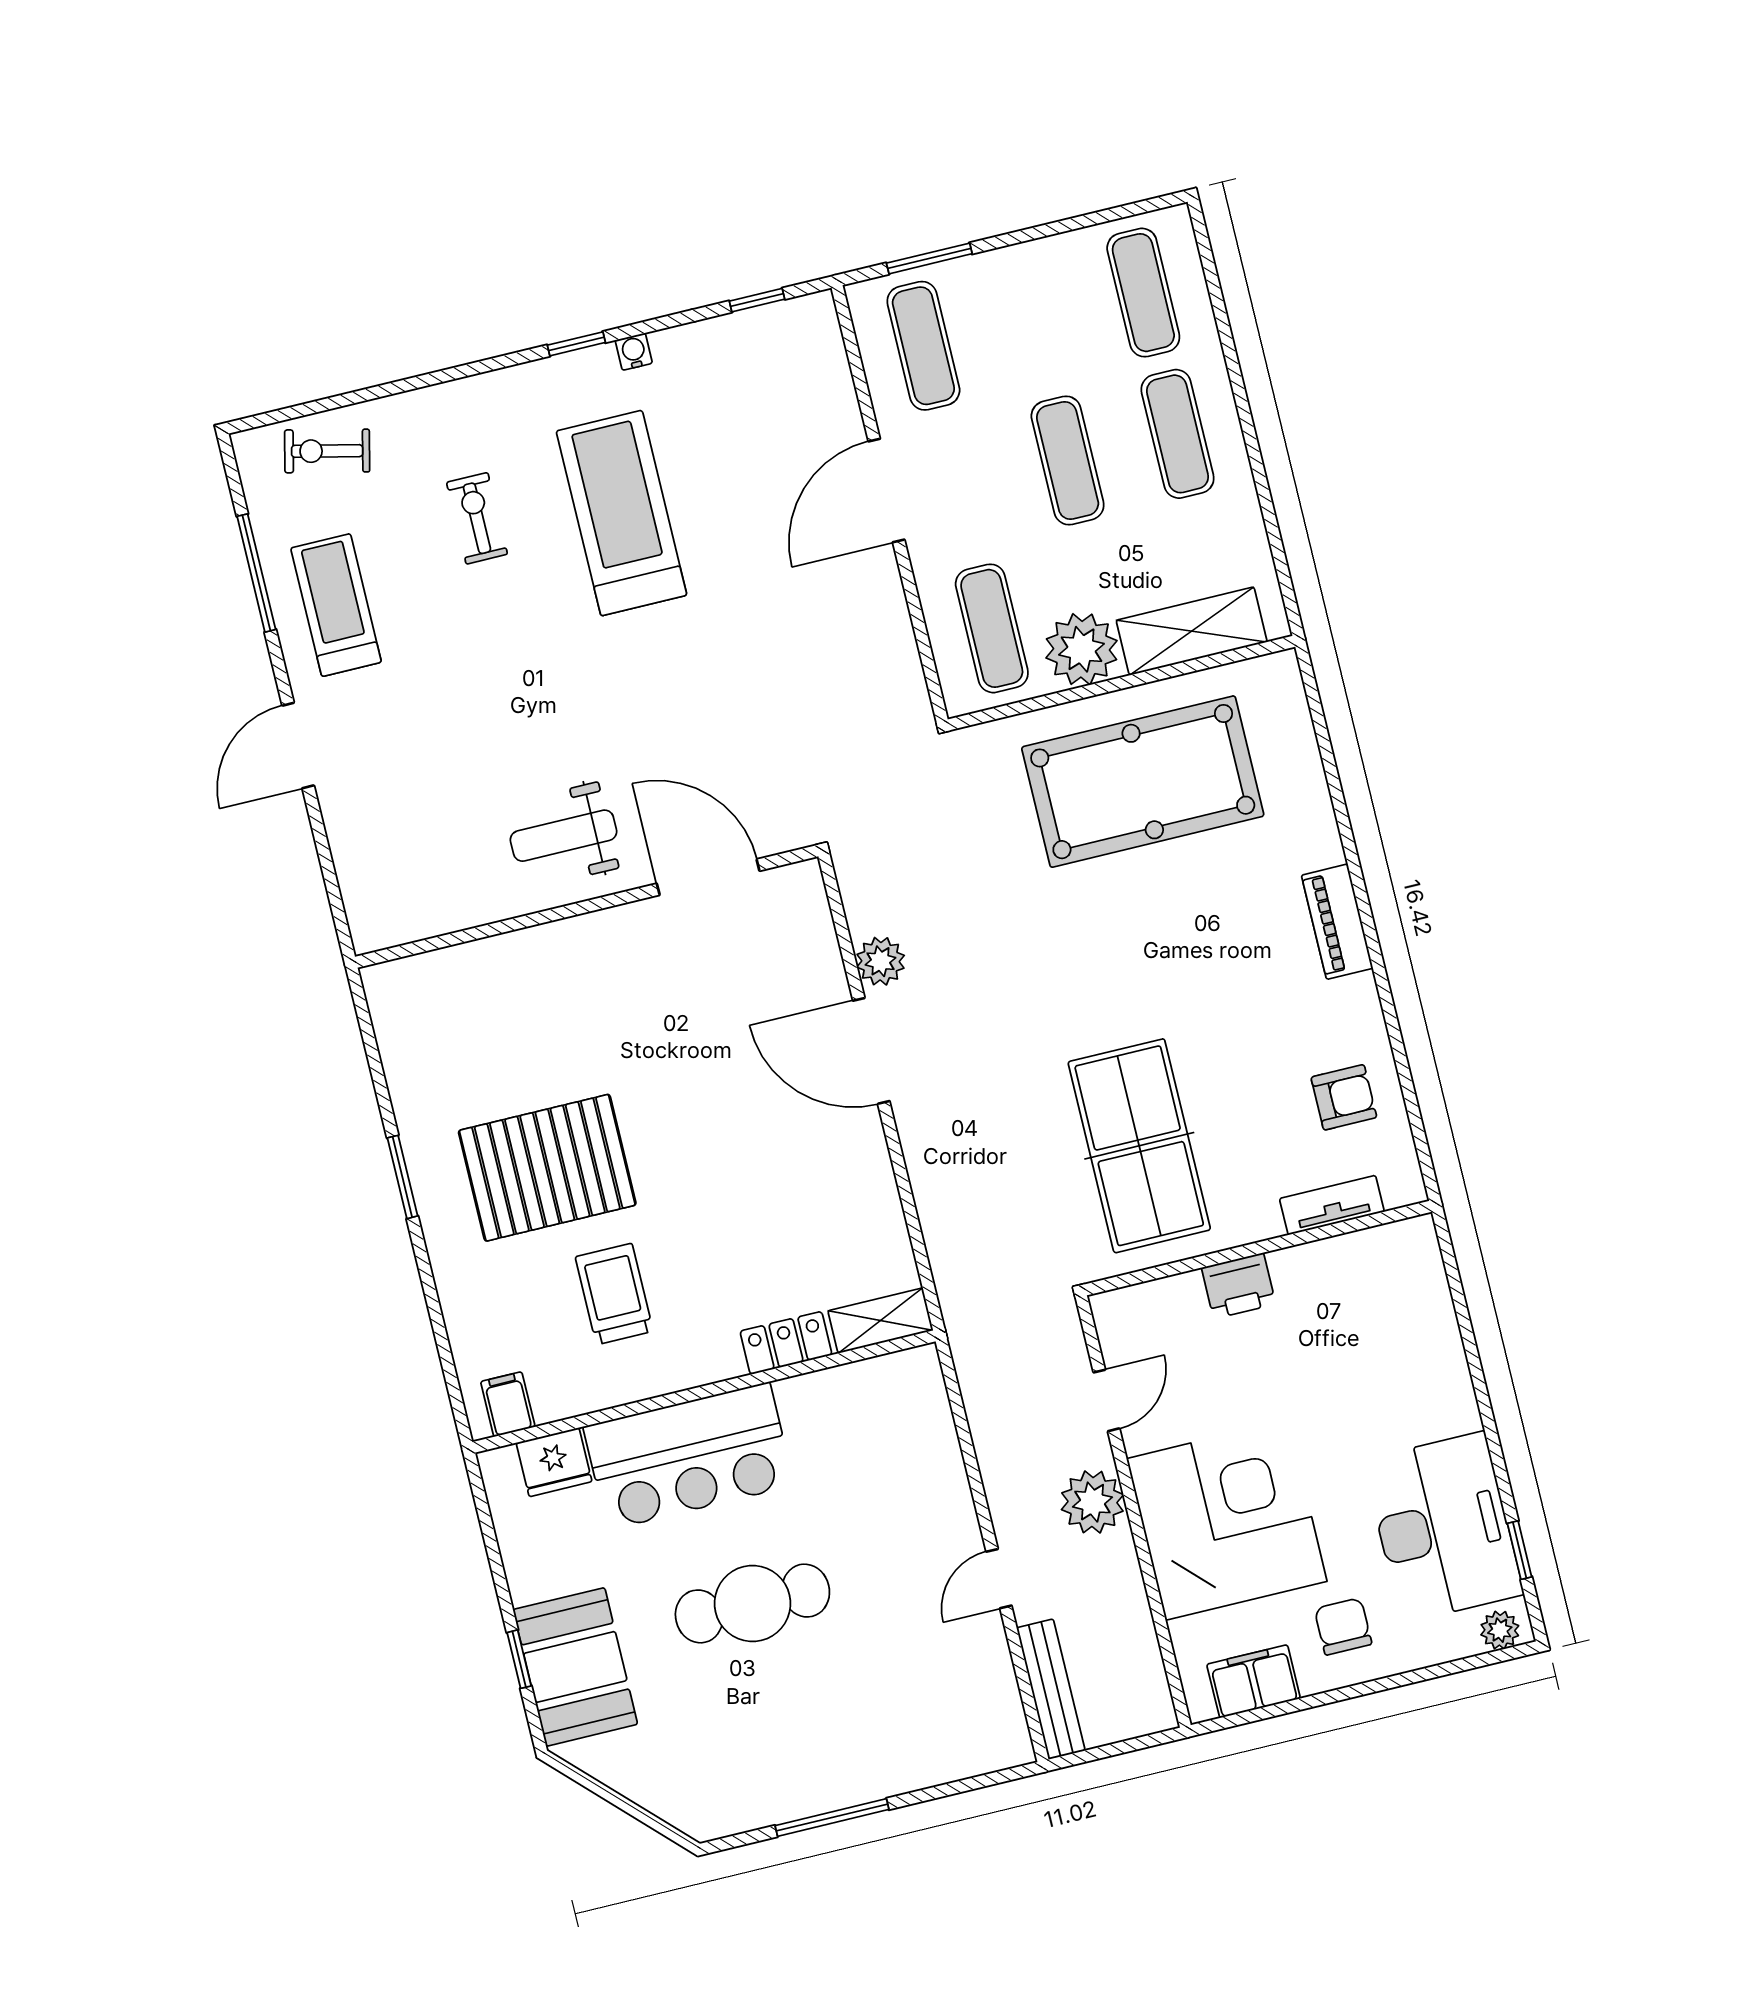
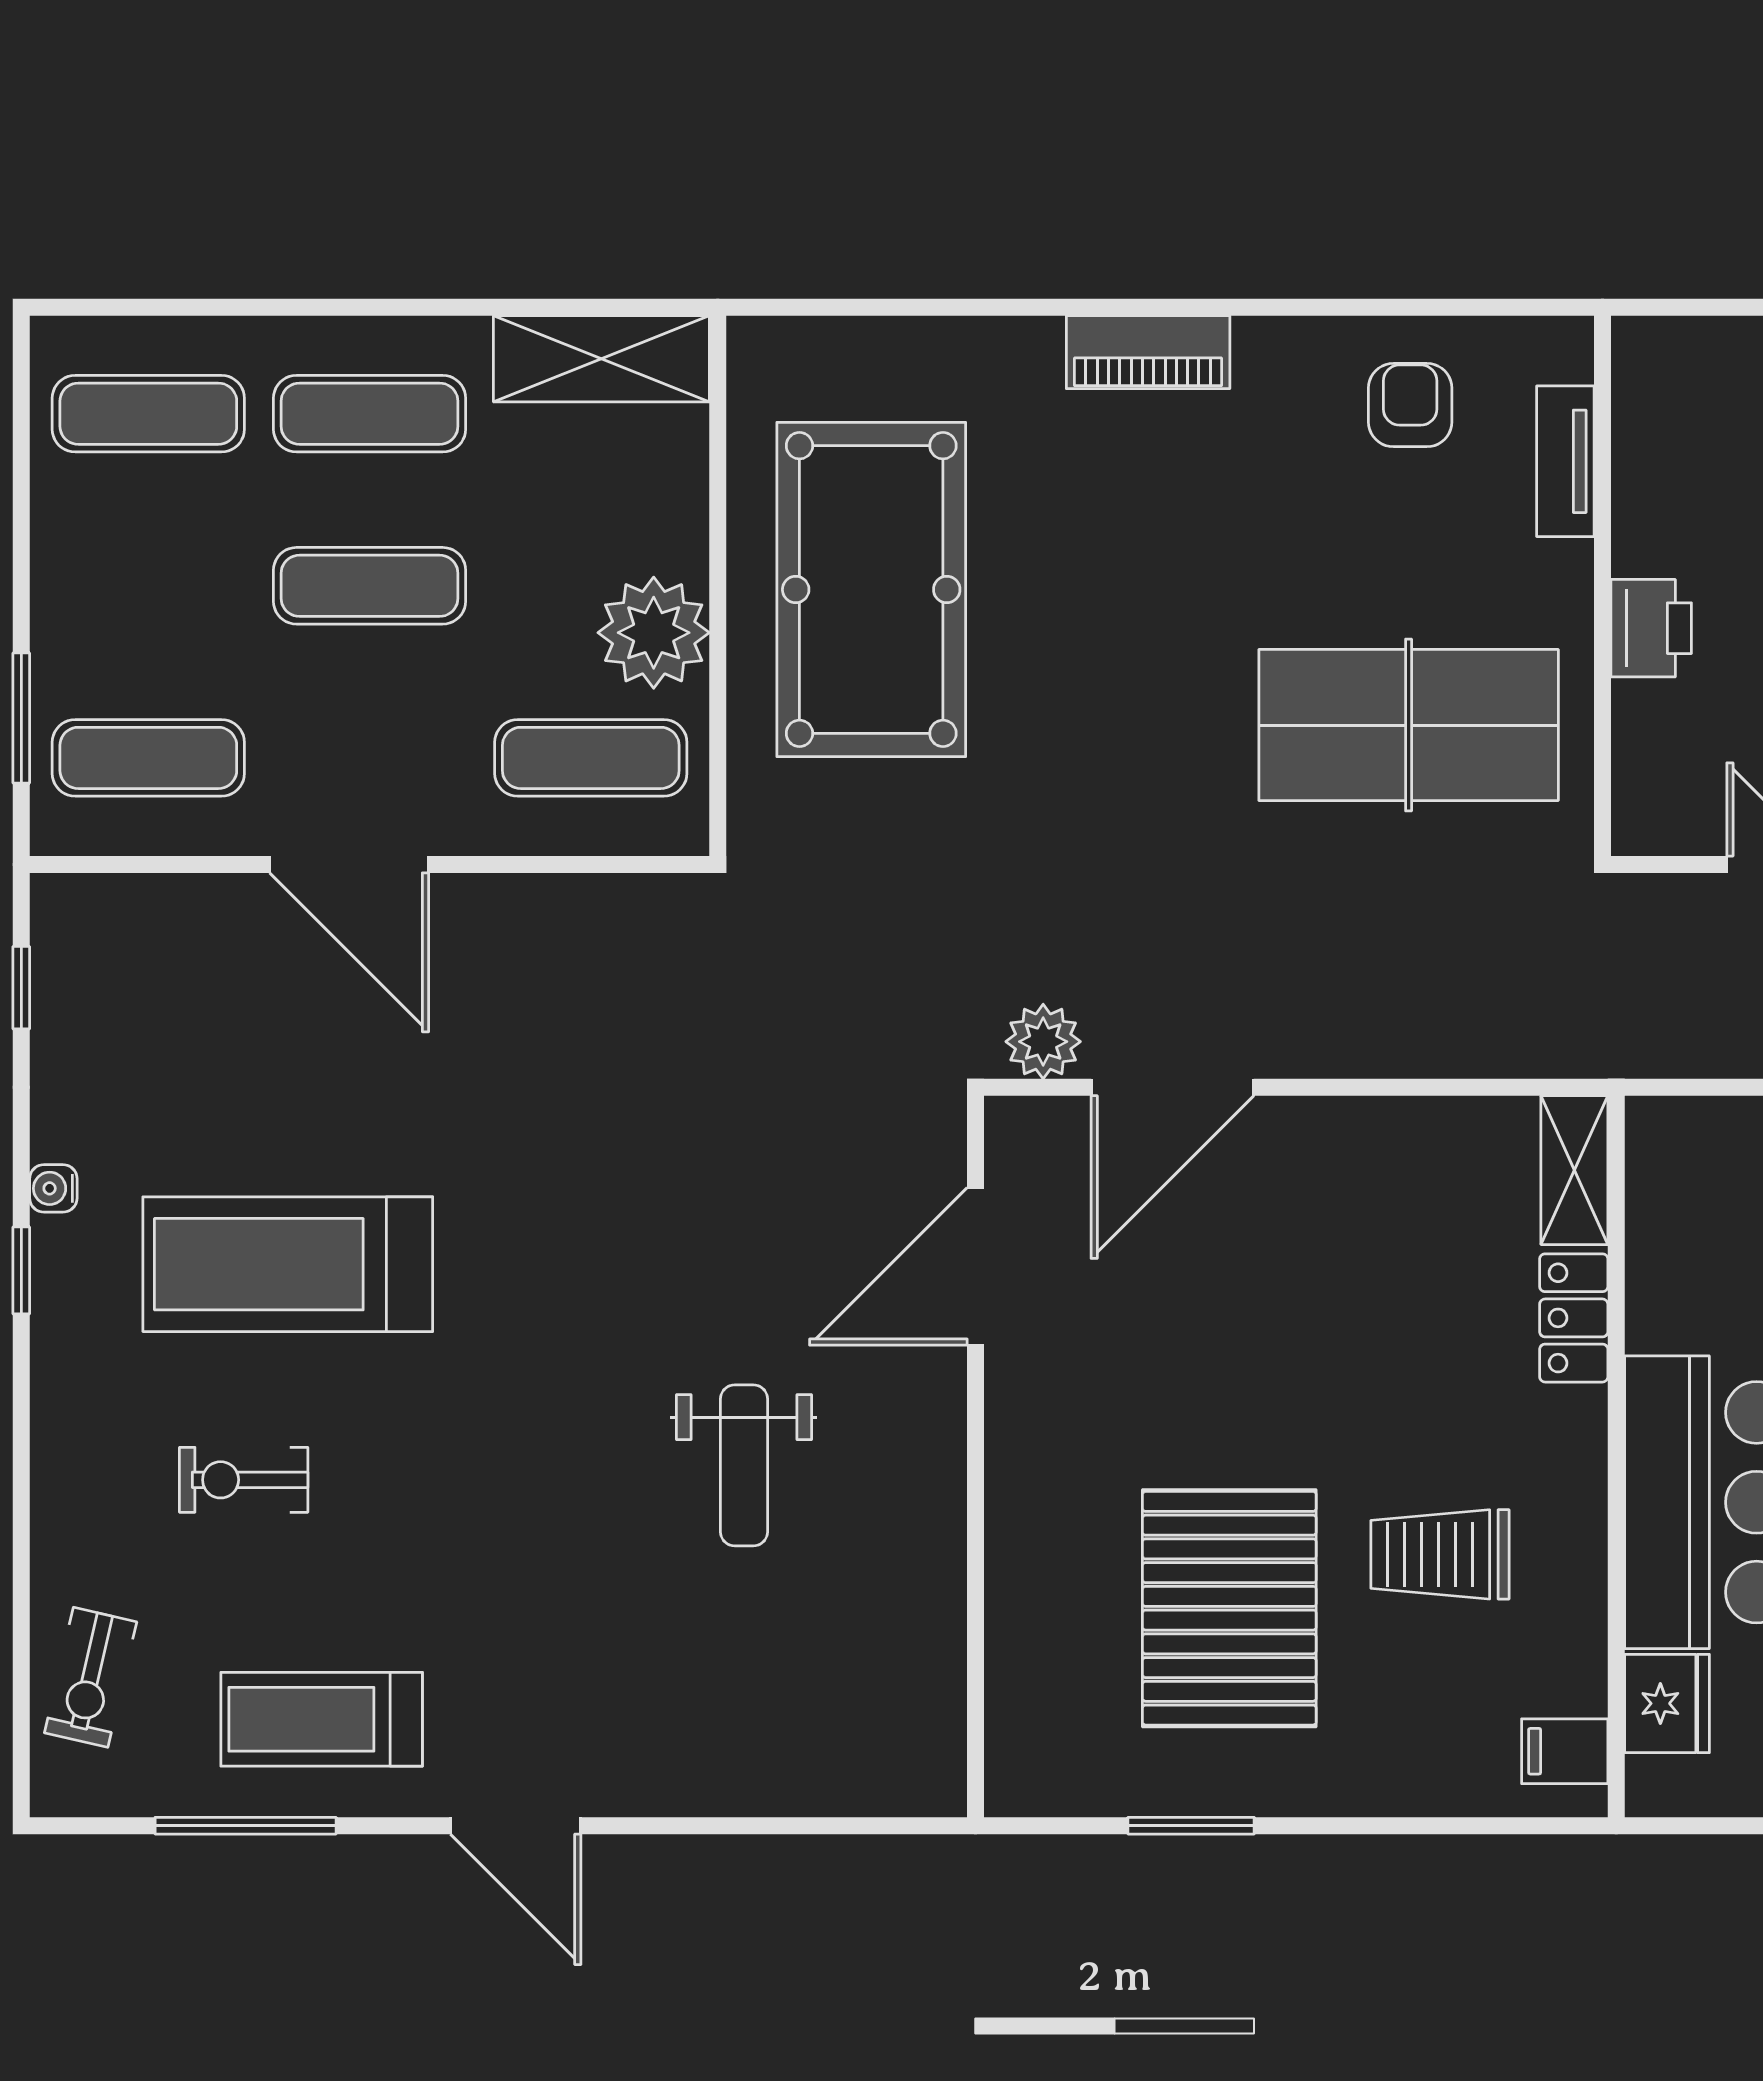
shelving: (1192, 631) -> (601, 359), moved, turned 90
door: (708, 877) -> (976, 1266), moved
wall: (587, 907) -> (976, 1456), moved

